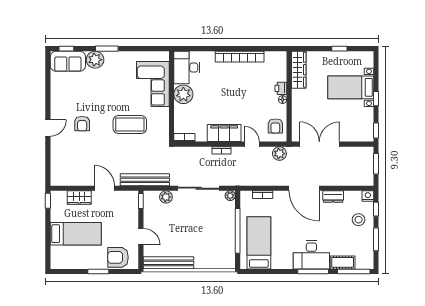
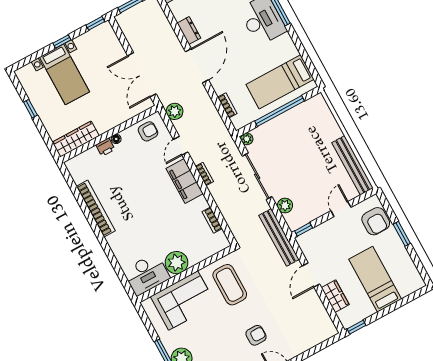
desk: (187, 67) -> (146, 274), moved
corner sofa: (153, 84) -> (183, 300), moved
plant: (183, 94) -> (176, 263), moved
wall: (171, 96) -> (185, 274), moved

